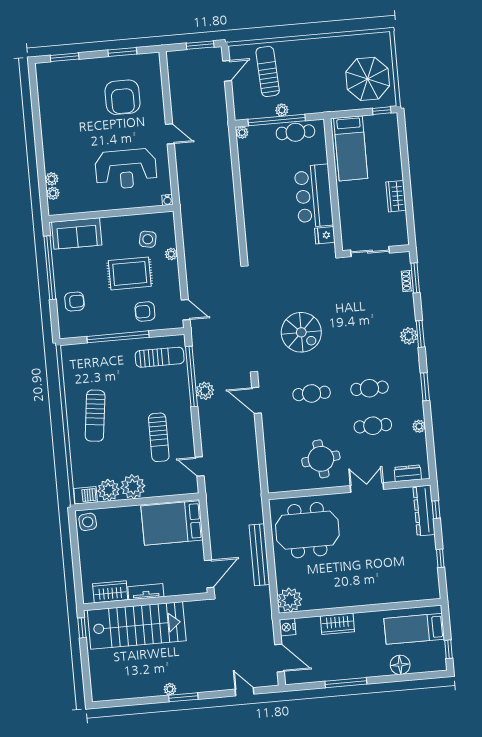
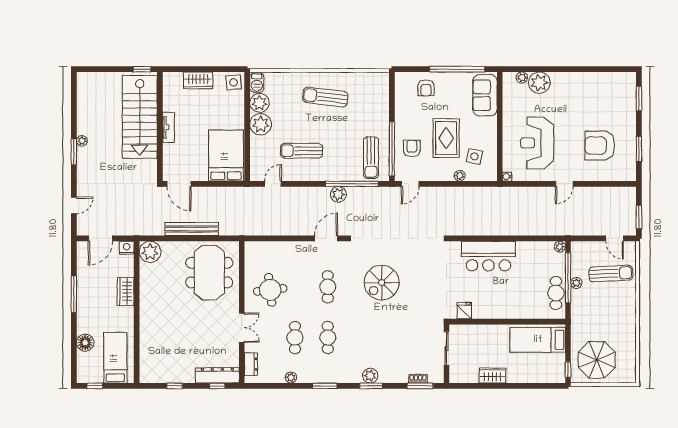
plant: (52, 179) -> (539, 83), width x1.88, depth x1.88
bar counter: (314, 196) -> (488, 256), moved, turned 180
window: (118, 337) -> (392, 149), moved
wardrobe: (110, 592) -> (198, 80), moved, turned 90

